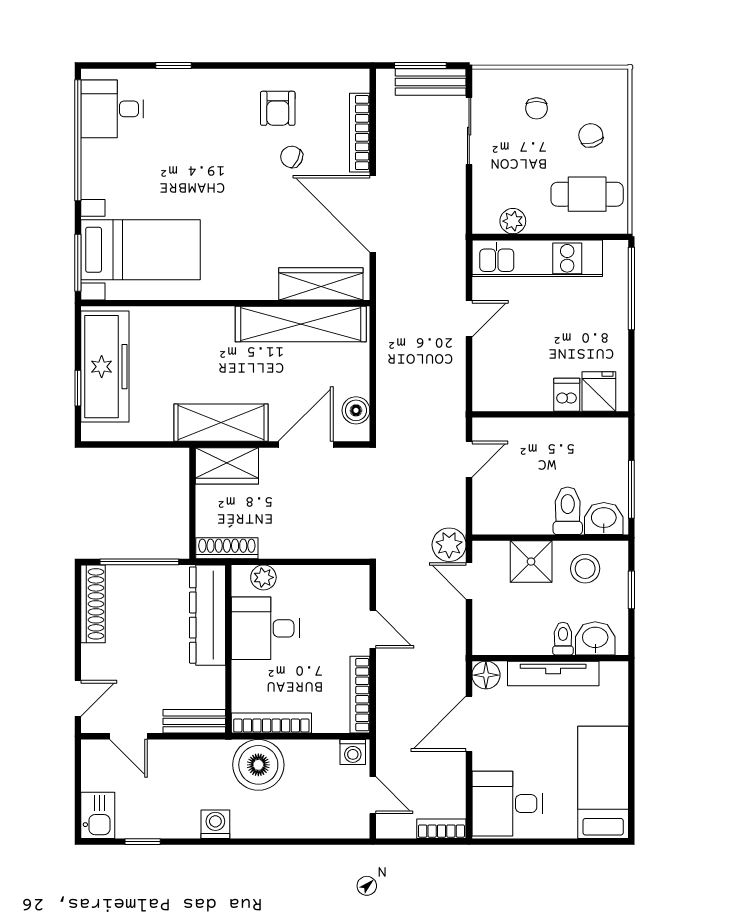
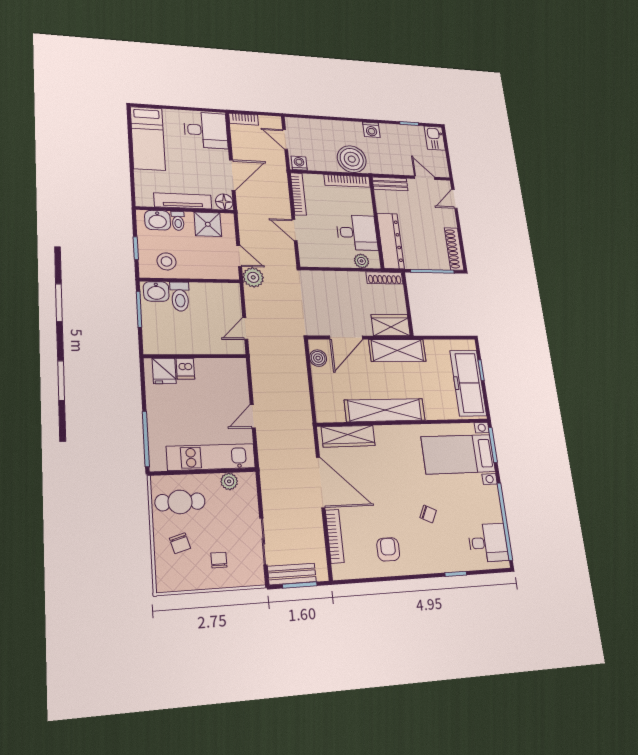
chair: (292, 157) -> (428, 514), moved
shelving: (301, 324) -> (385, 410), moved
shower: (531, 562) -> (208, 224), moved

